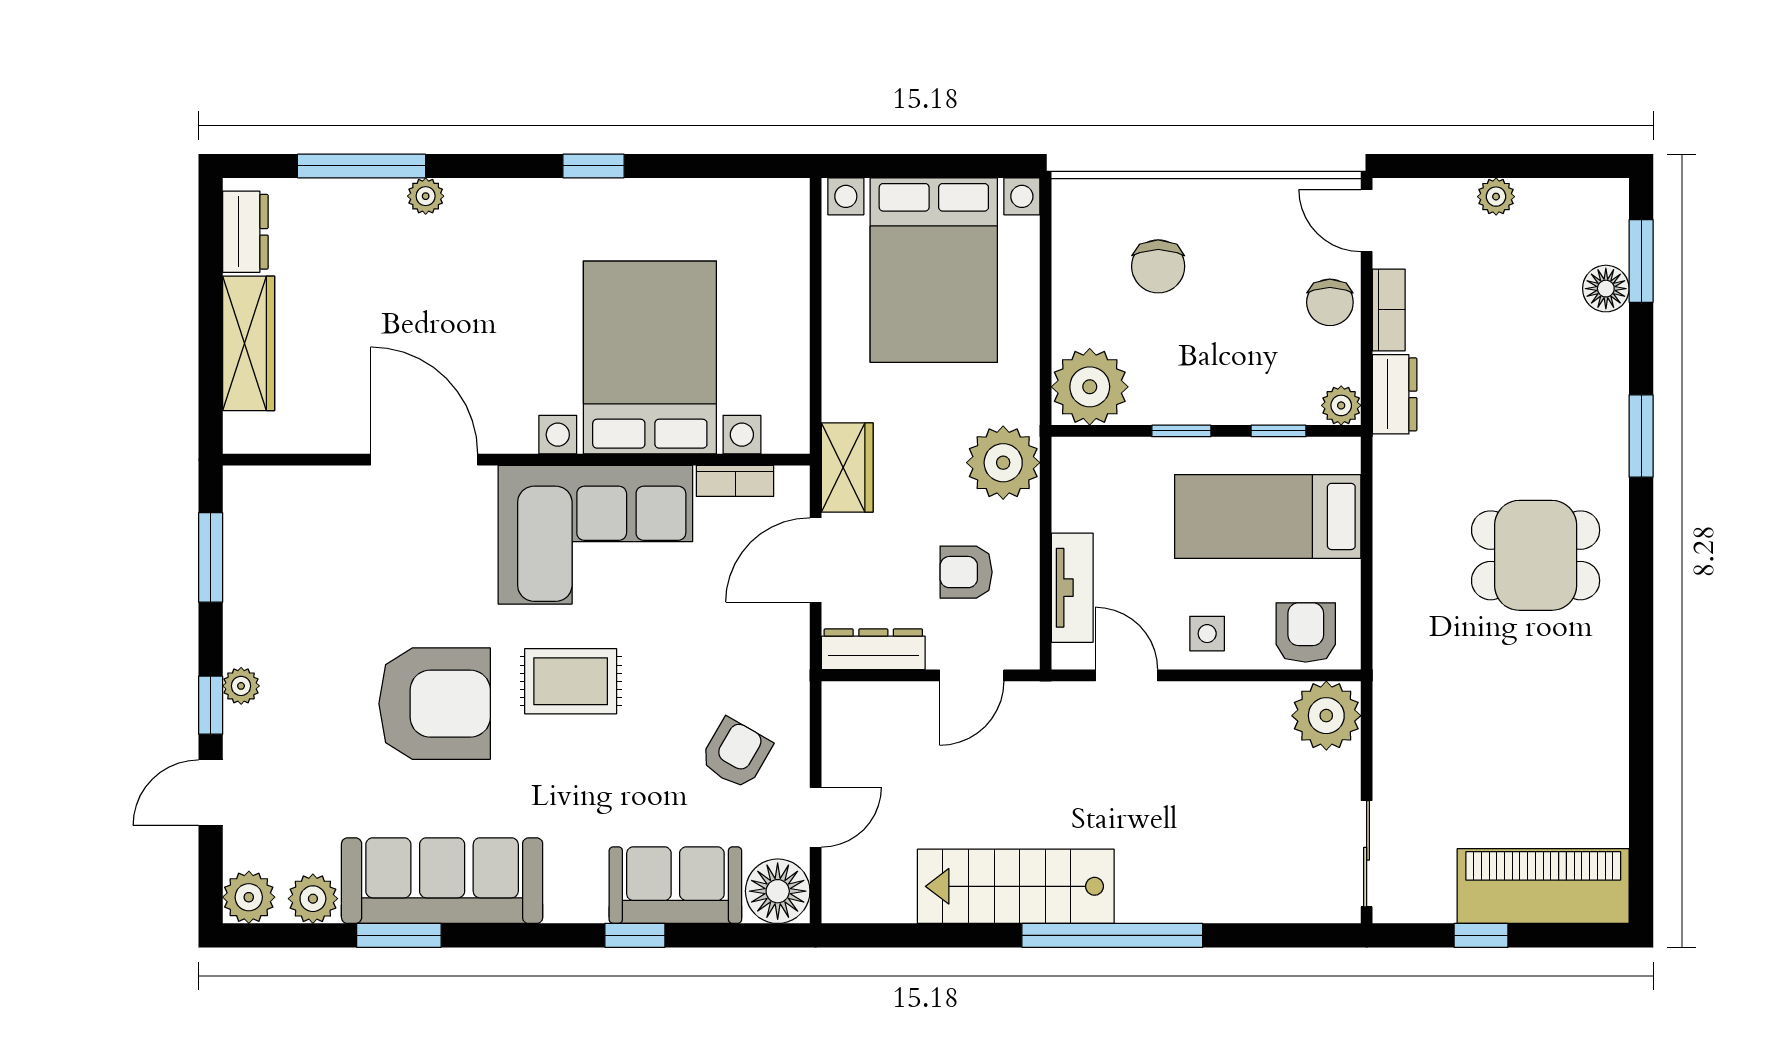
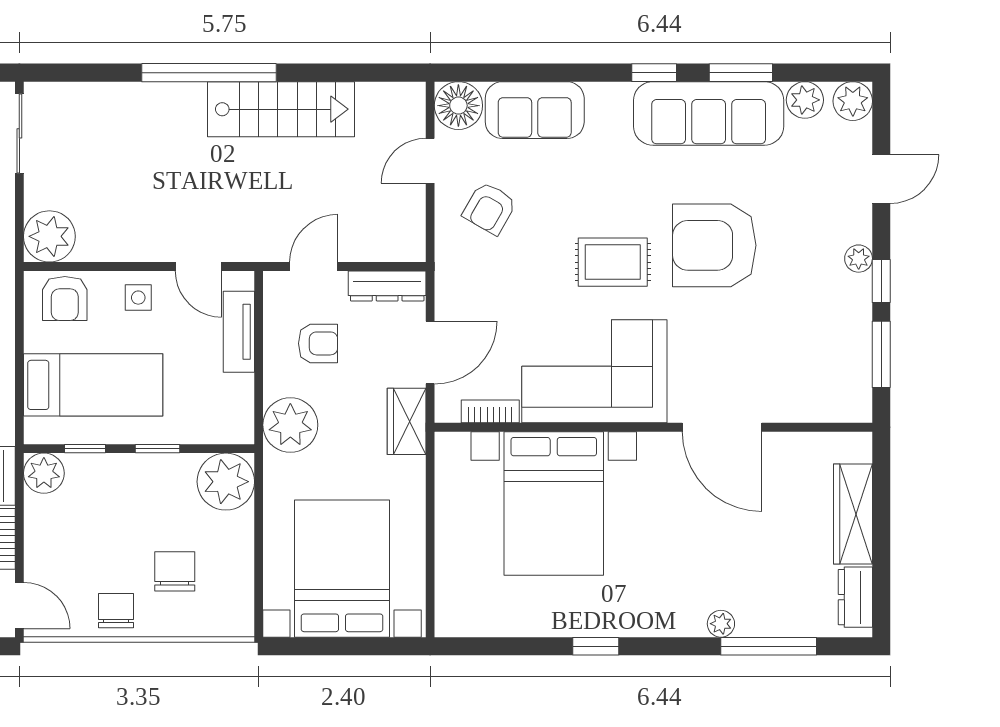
chair: (1330, 302) -> (116, 611), moved
plant: (1341, 405) -> (44, 473), width x1.38, depth x1.38
window: (211, 705) -> (881, 281), moved
window: (635, 935) -> (654, 73), moved

